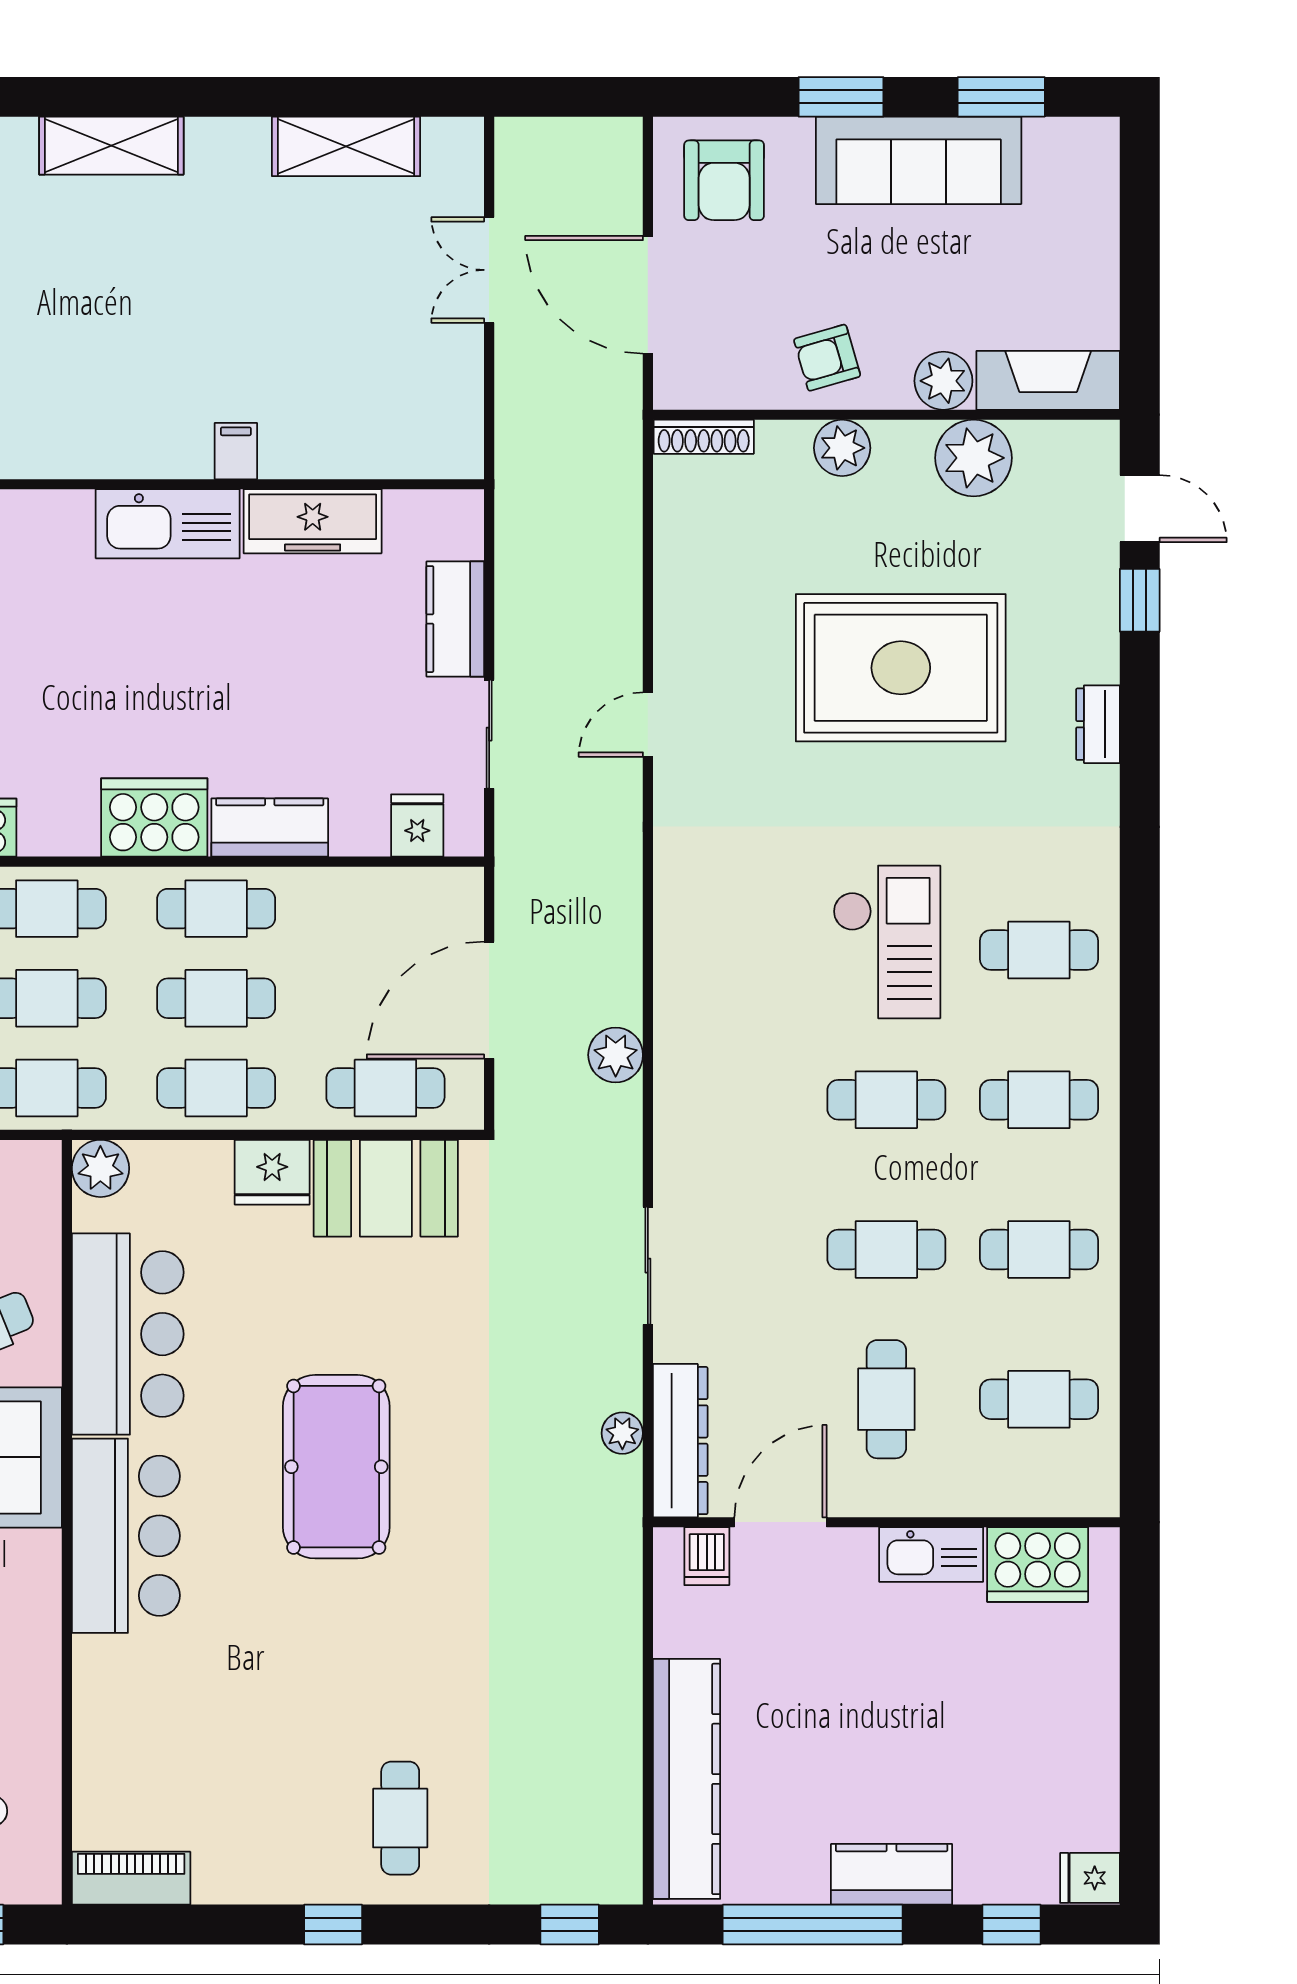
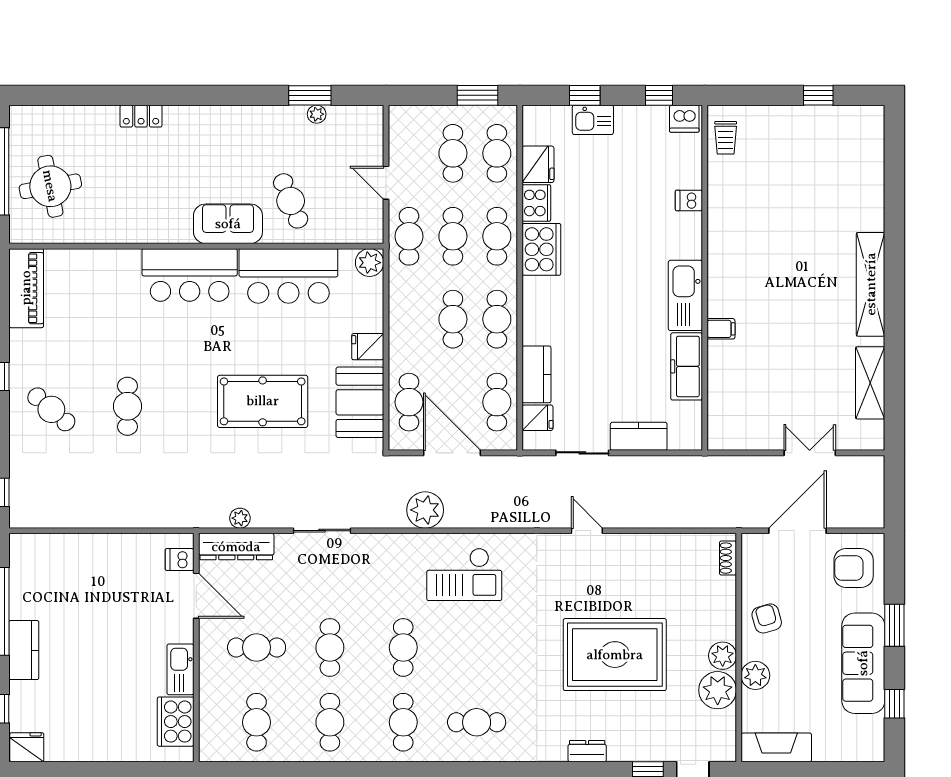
window: (1001, 97) -> (894, 704), width x0.67
shelving: (111, 146) -> (871, 284), width x1.47
fireplace: (1048, 380) -> (776, 747), moved, turned -90
shoe rack: (704, 437) -> (728, 558), width x0.70
plant: (842, 448) -> (723, 656), moved
rug: (901, 668) -> (615, 655), turned 90
cooker: (154, 818) -> (541, 249), moved
kitchen counter: (270, 828) -> (537, 374), moved
checkout: (887, 942) -> (464, 574), moved
cafe table: (1039, 950) -> (477, 722), turned 90
plant: (616, 1055) -> (425, 510), width x1.36, depth x1.36
cafe table: (216, 1088) -> (497, 402), moved
fridge: (272, 1172) -> (368, 347), width x0.72
pool table: (336, 1467) -> (263, 401), moved
cafe table: (394, 1663) -> (127, 406), added
kitchen counter: (687, 1779) -> (71, 550), removed
cafe table: (400, 1818) -> (51, 409), turned 41
piano: (131, 1878) -> (26, 288), width x1.37, depth x1.33
fridge: (1090, 1878) -> (27, 747), width x1.38

